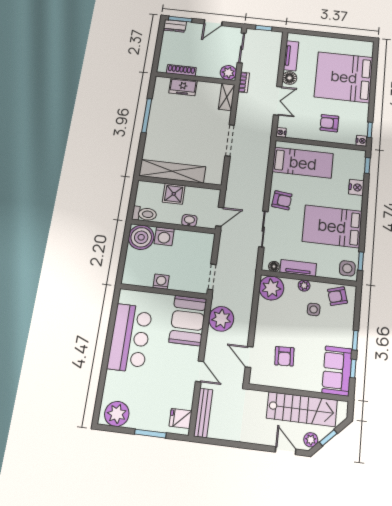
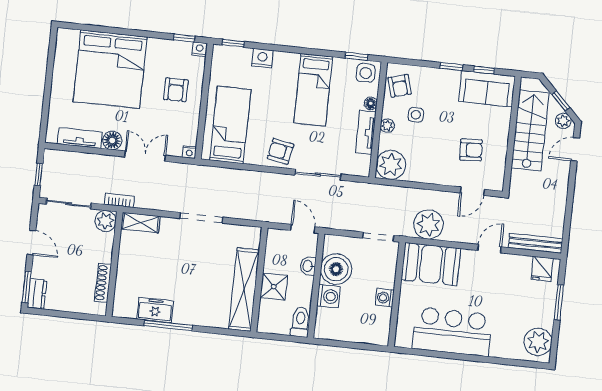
freezer: (183, 87) -> (155, 310), moved, turned -90
armchair: (282, 200) -> (280, 151), turned -85
bed: (332, 226) -> (313, 90), width x0.67
boiler: (141, 237) -> (336, 269), moved
floor lamp: (274, 266) -> (371, 103), moved

